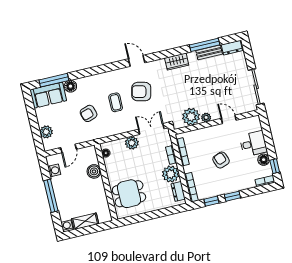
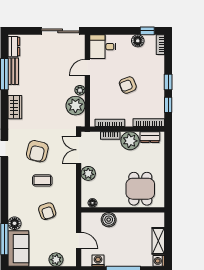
desk: (253, 144) -> (103, 47), moved, turned -90

